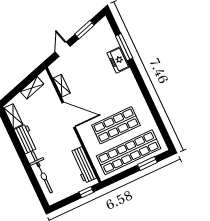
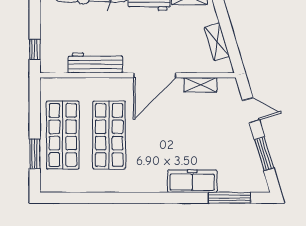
window: (124, 47) -> (229, 198), moved
freezer: (118, 60) -> (192, 181), width x1.40
shop shelf: (129, 152) -> (63, 135), width x0.71
workbench: (83, 165) -> (95, 63), moved

